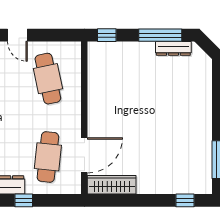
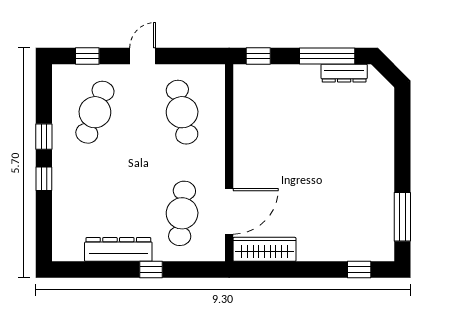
door: (17, 35) -> (143, 56), swing flipped

